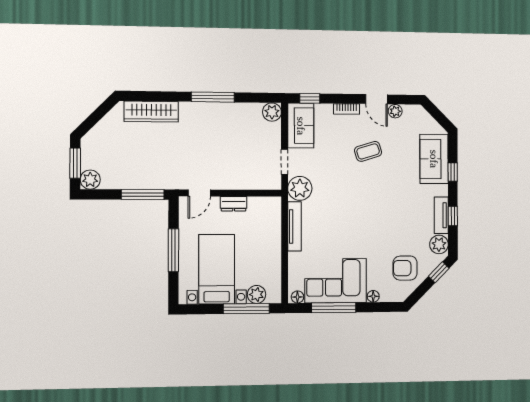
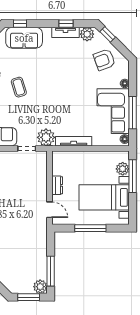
window: (453, 172) -> (20, 24), moved
window: (143, 194) -> (51, 271), moved
armchair: (405, 268) -> (104, 60), turned 70

